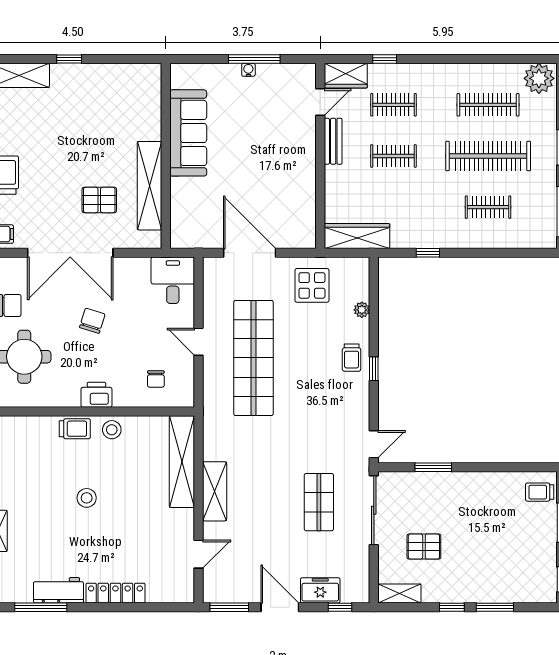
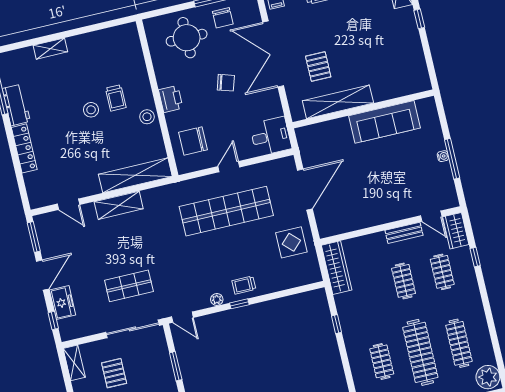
plant: (362, 310) -> (217, 300), moved
chair: (156, 379) -> (193, 141), width x1.87, depth x1.87
trolley: (75, 429) -> (116, 98), moved

